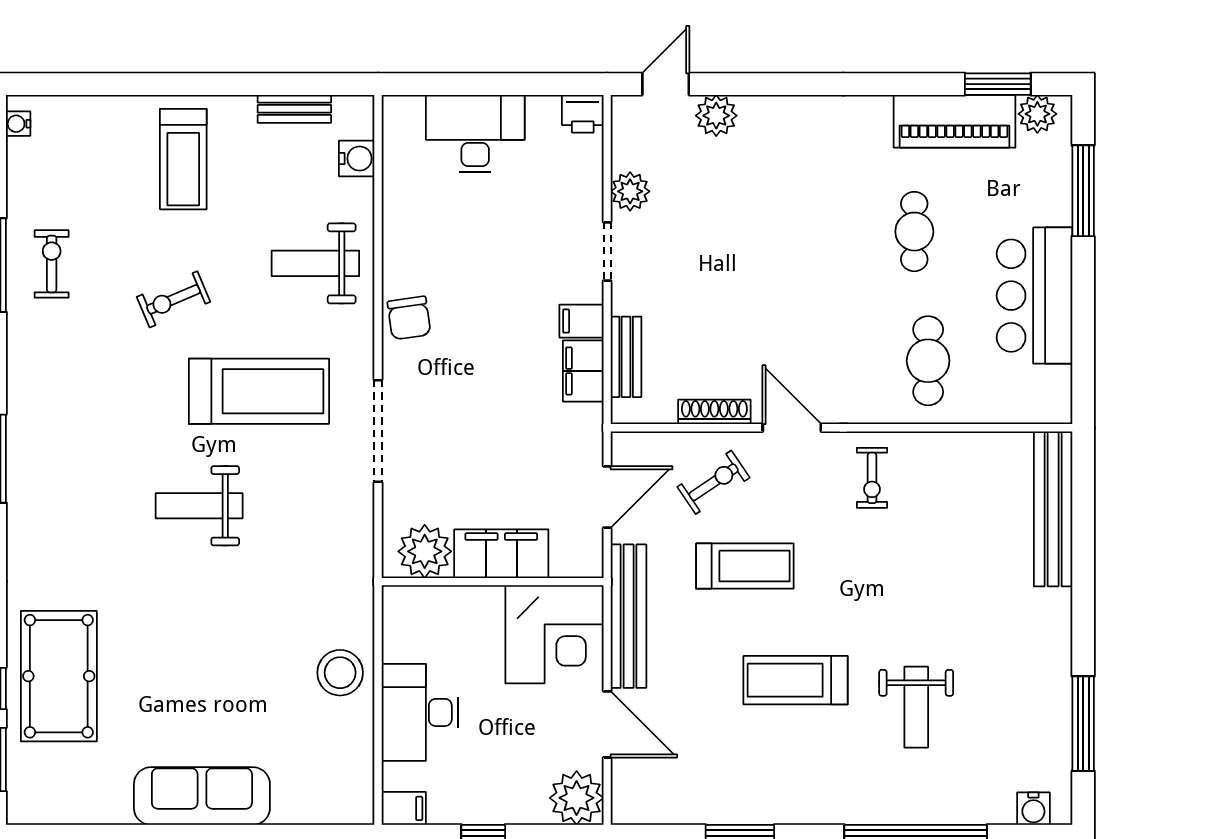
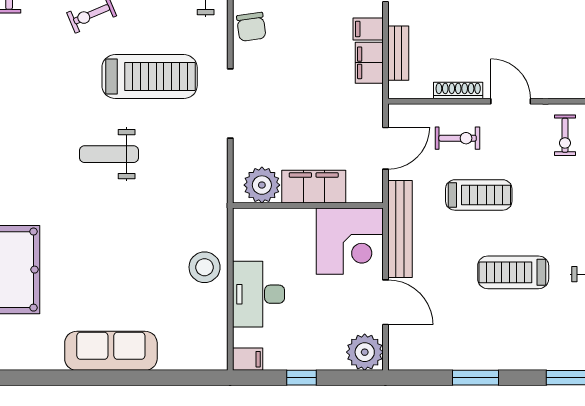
exercise bike: (714, 482) -> (458, 138), turned 34

